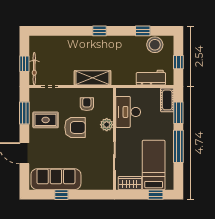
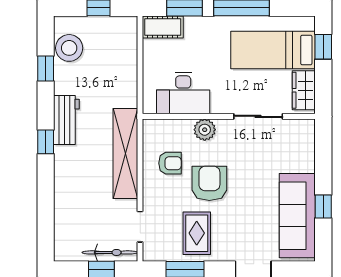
shelving: (93, 78) -> (125, 154), width x1.47
workbench: (151, 78) -> (66, 120), moved, turned 180
armchair: (87, 104) -> (170, 163), turned 180

